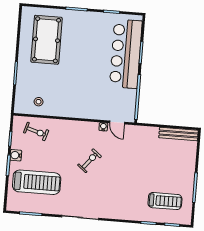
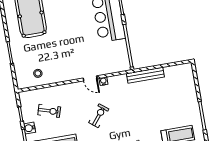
door: (117, 123) -> (90, 78), moved
exercise bike: (36, 131) -> (49, 111), moved
bench: (178, 134) -> (145, 75), moved

